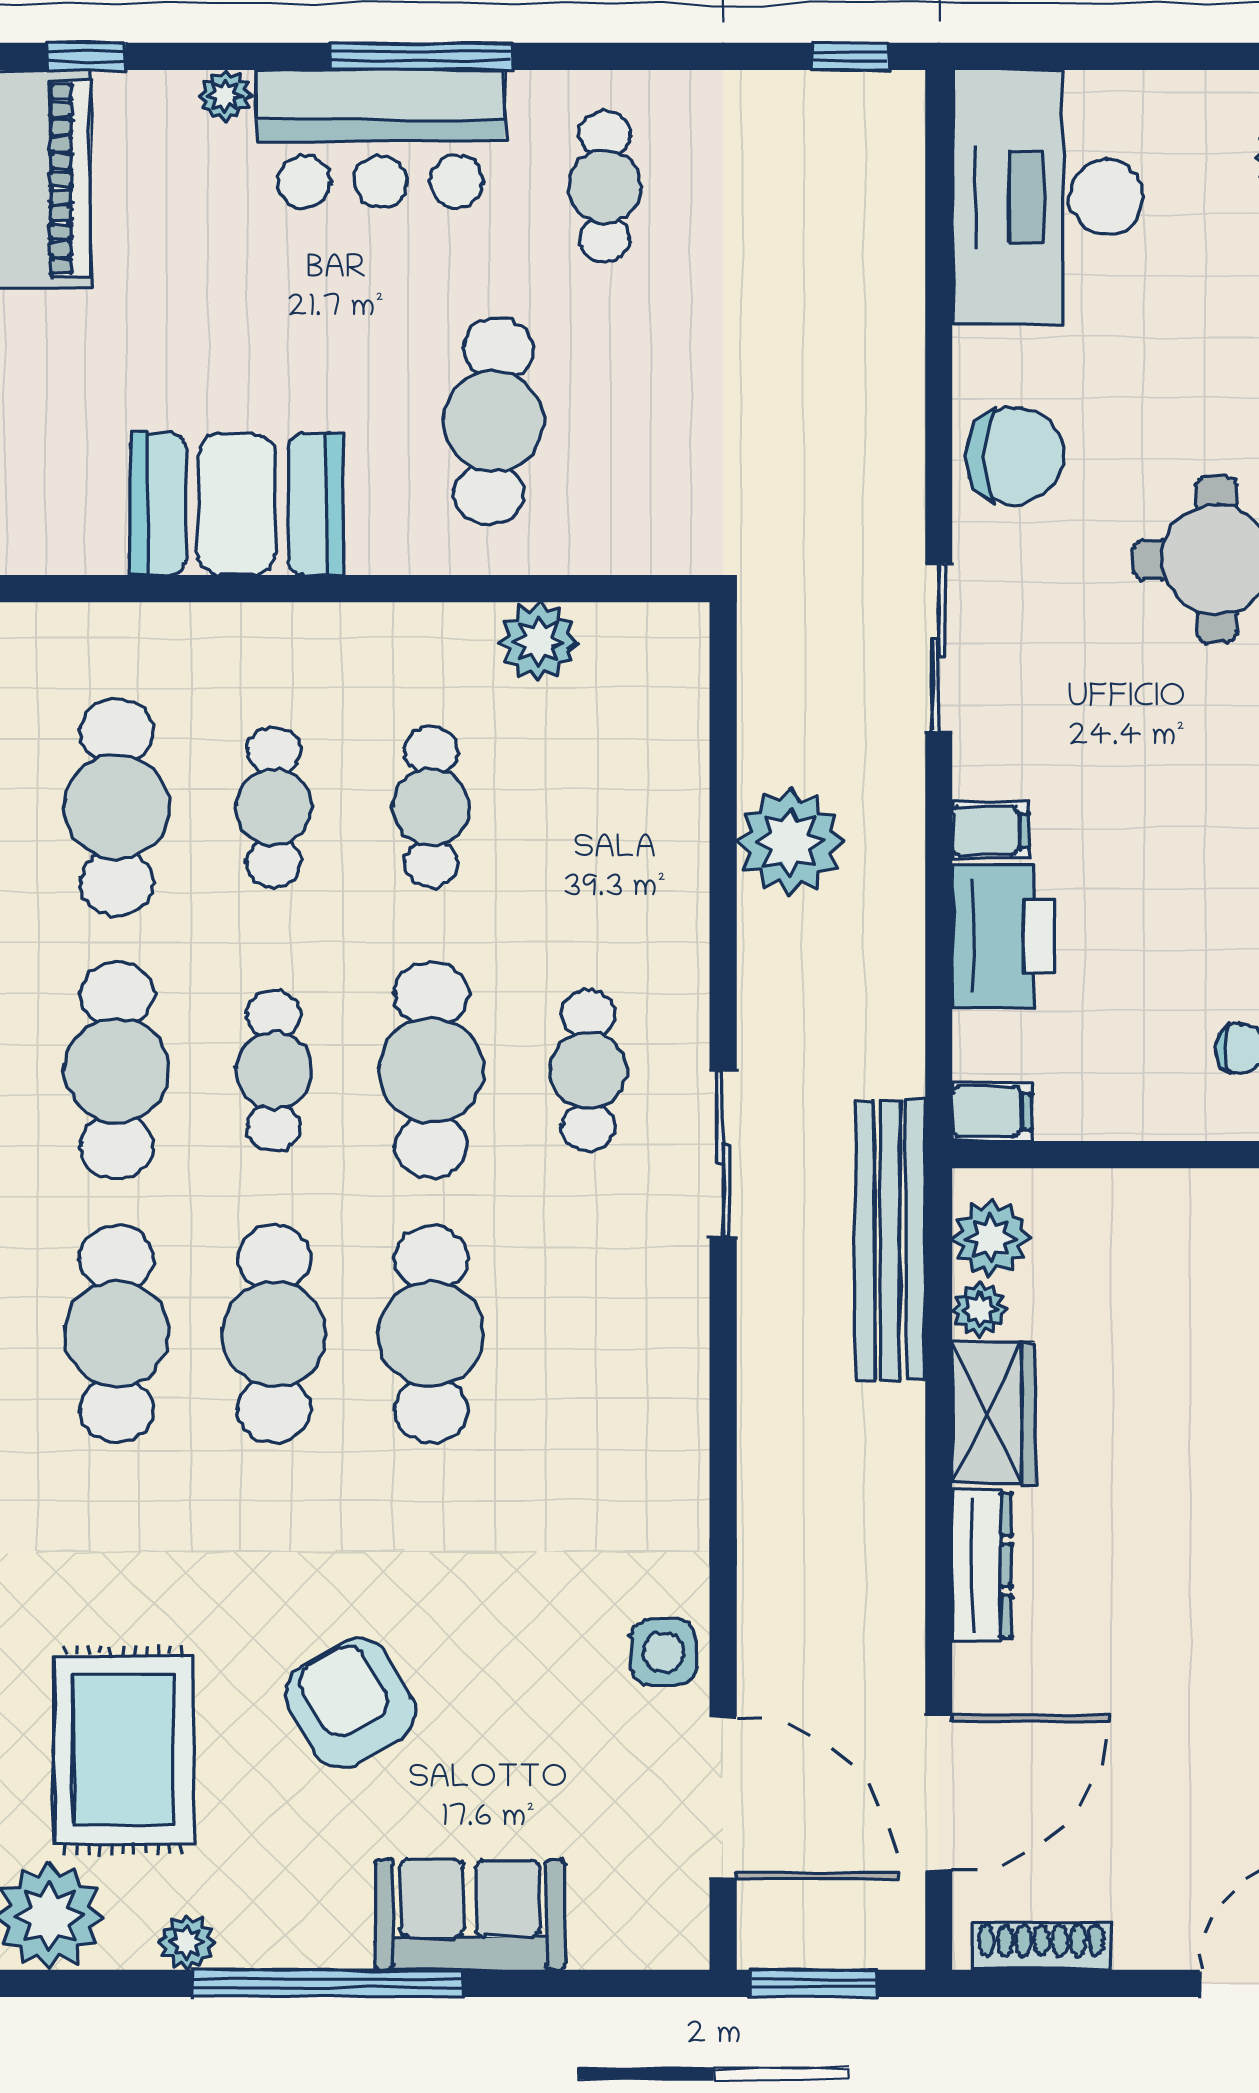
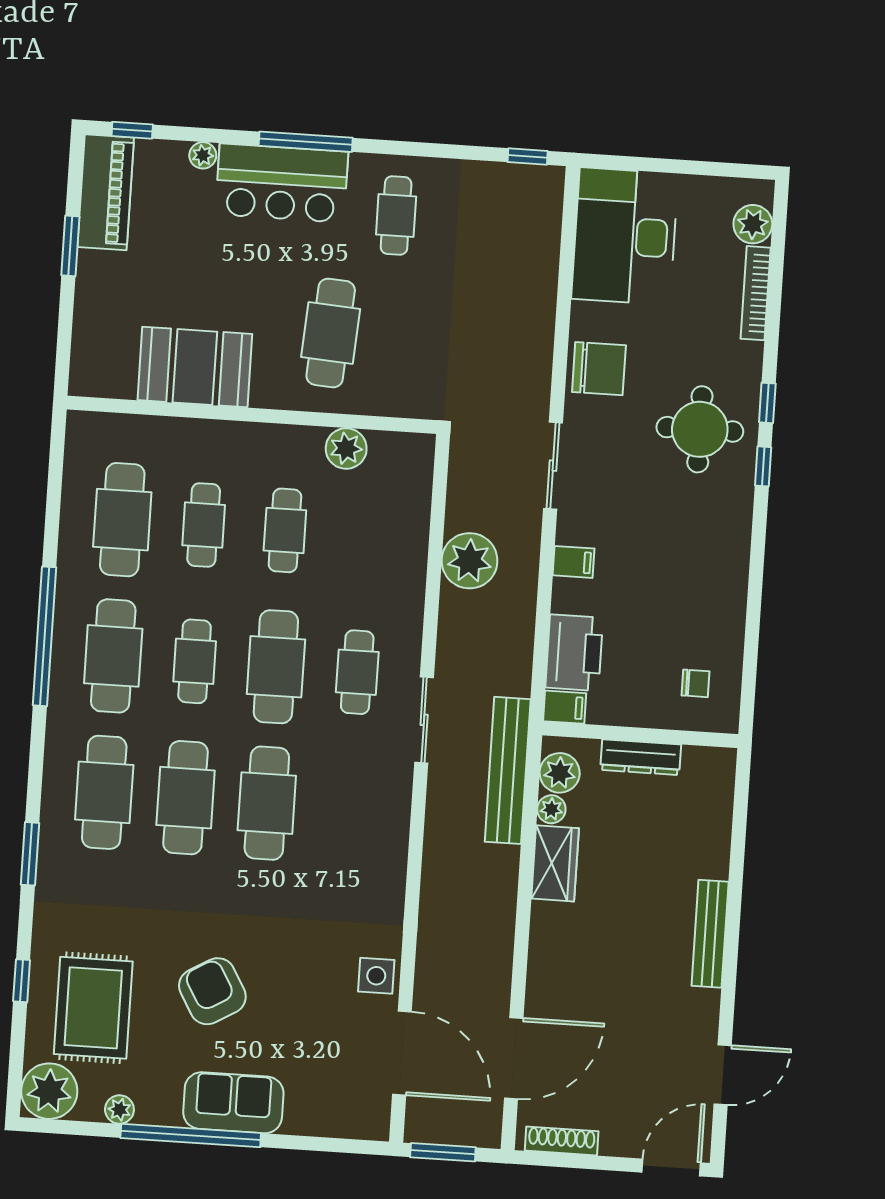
printer: (1003, 936) -> (574, 653), moved
dresser: (982, 1566) -> (641, 757), moved, turned 90
sofa: (470, 1915) -> (233, 1103), moved

